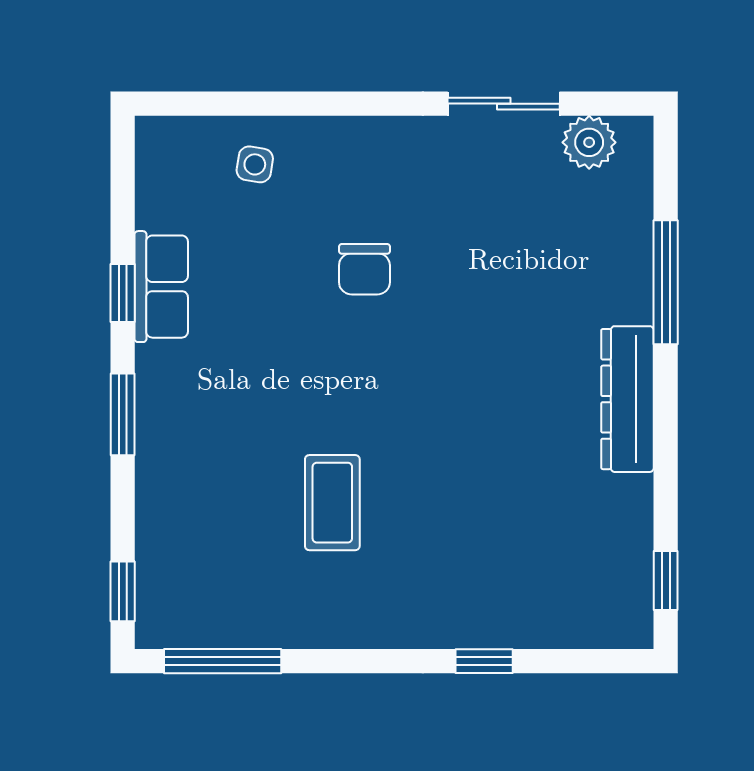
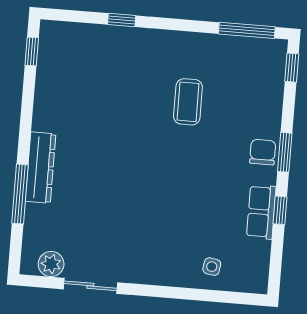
chair: (364, 269) -> (263, 152), moved
dresser: (627, 399) -> (41, 168), moved

